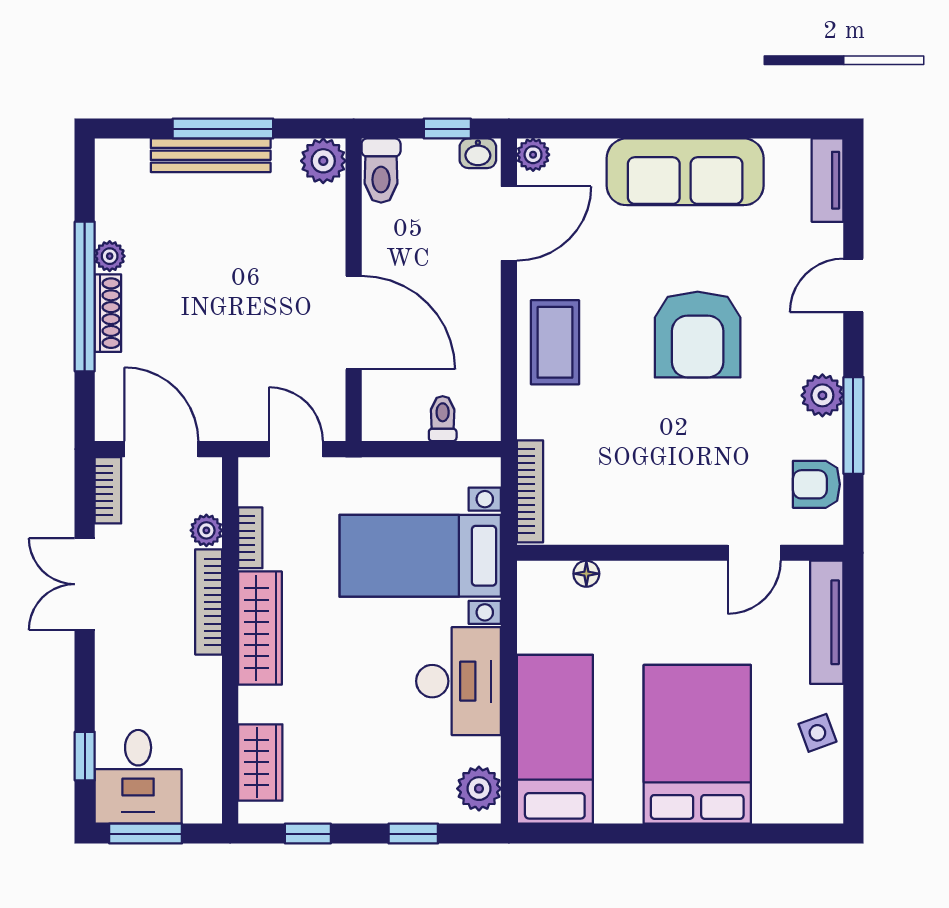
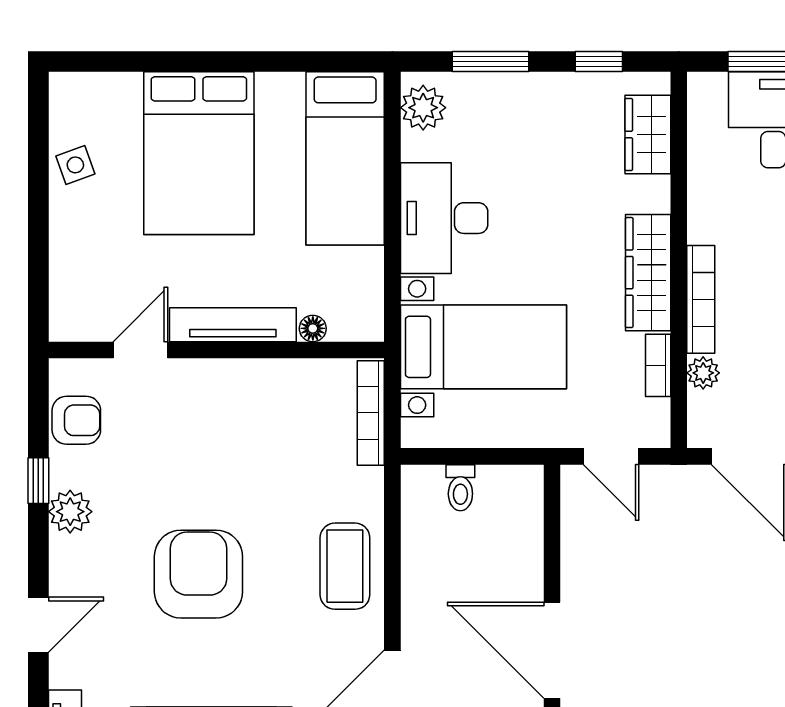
door: (354, 323) -> (552, 650), moved
window: (853, 425) -> (38, 481), width x0.46
tv unit: (827, 622) -> (233, 325), moved, turned -90
window: (413, 834) -> (491, 61), width x1.50

